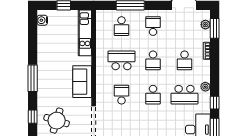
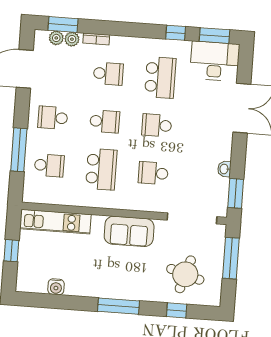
water cooler: (42, 20) -> (56, 287), moved
school desk: (121, 60) -> (101, 169), turned 180
plant: (205, 87) -> (72, 39), moved
school desk: (153, 95) -> (157, 125), turned 180

